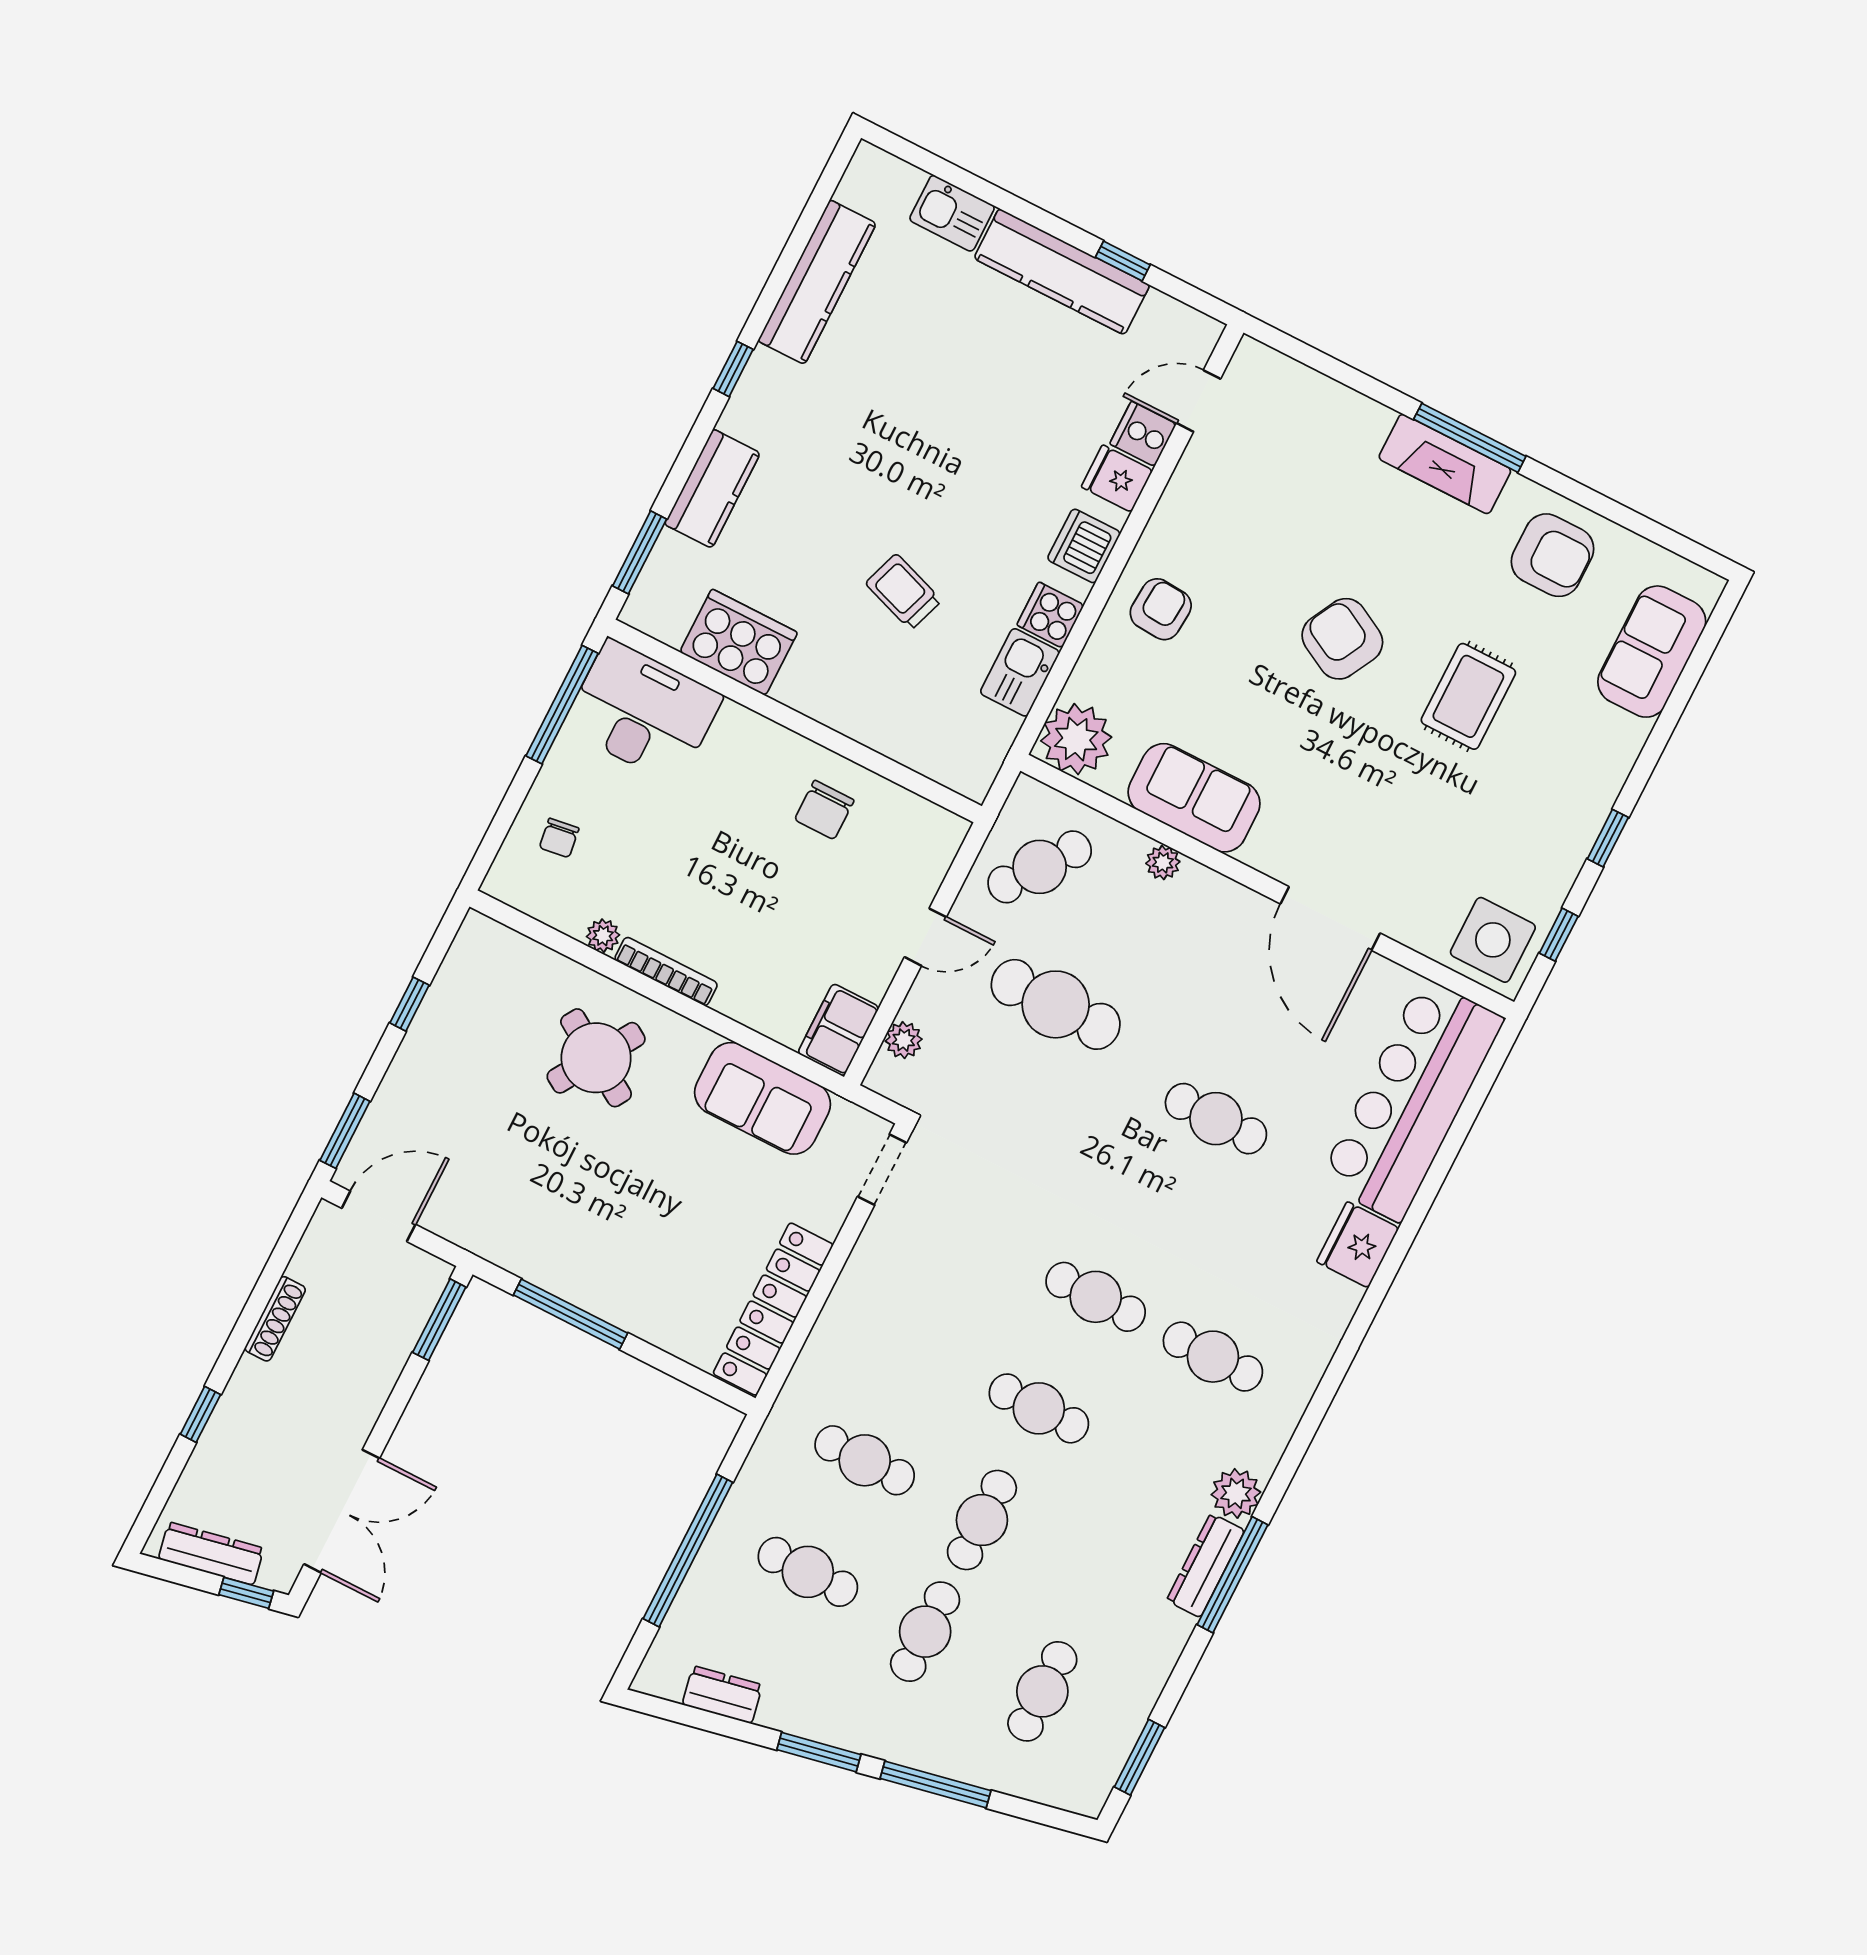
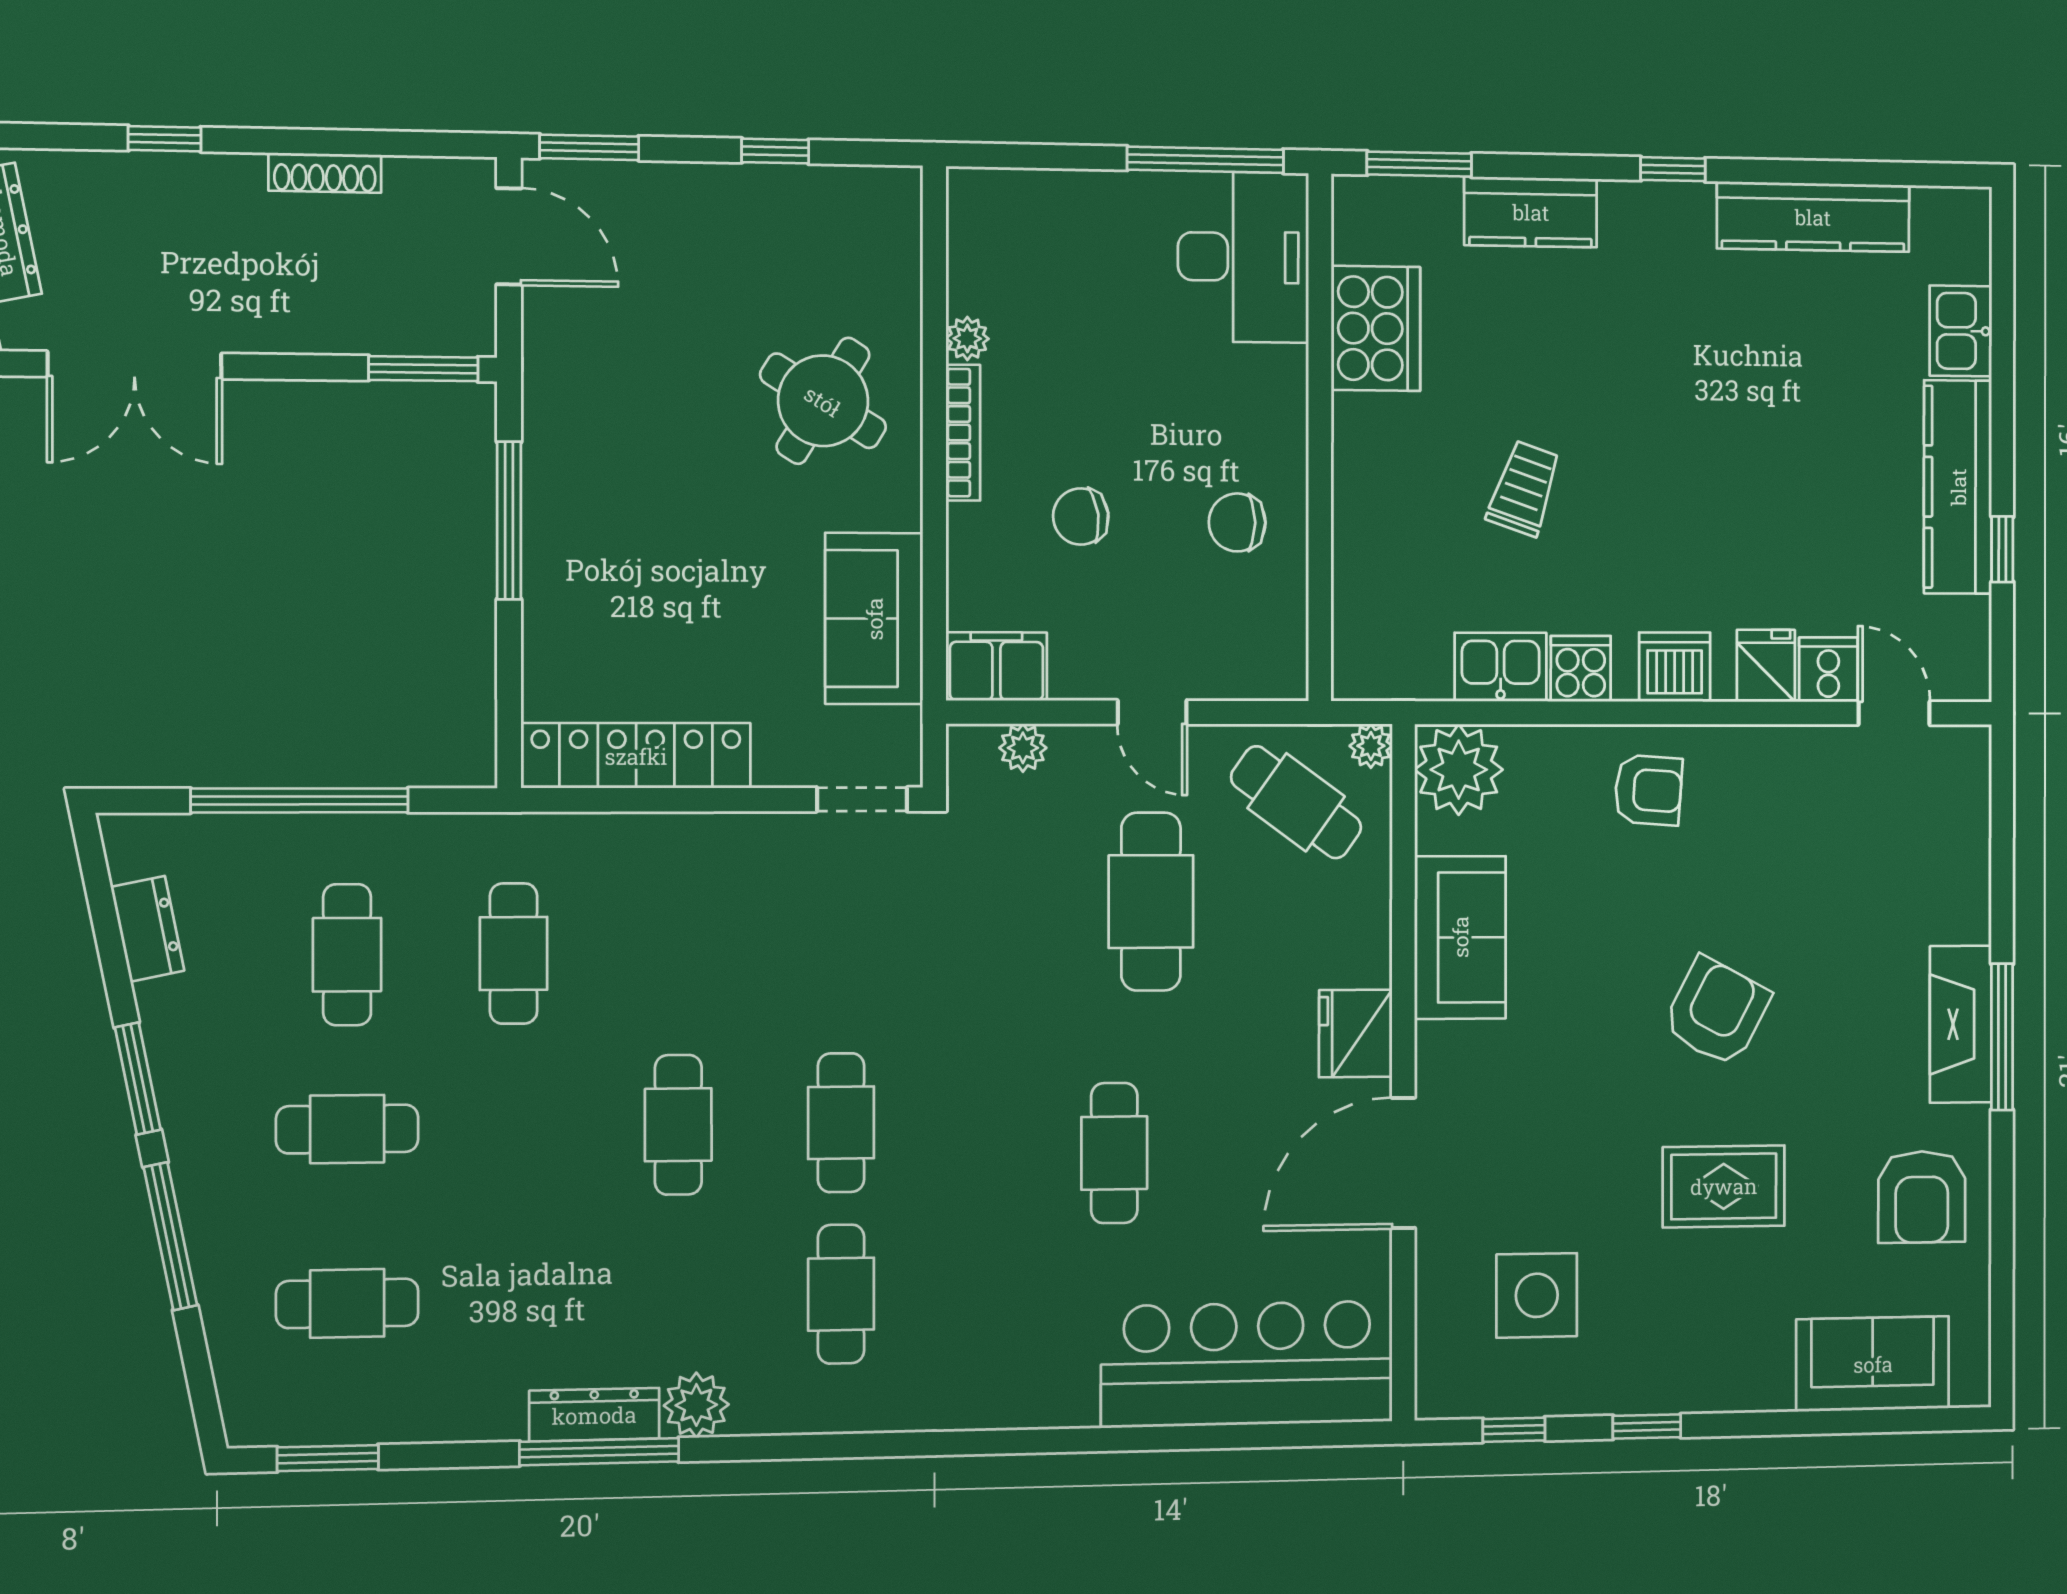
chair: (559, 838) -> (1081, 517), moved, width x1.37, depth x1.37
plant: (1163, 863) -> (1371, 746), moved
side table: (1493, 940) -> (1537, 1295), moved
fridge: (1358, 1245) -> (1356, 1033), moved, turned -90
cafe table: (982, 1520) -> (514, 1127), removed

